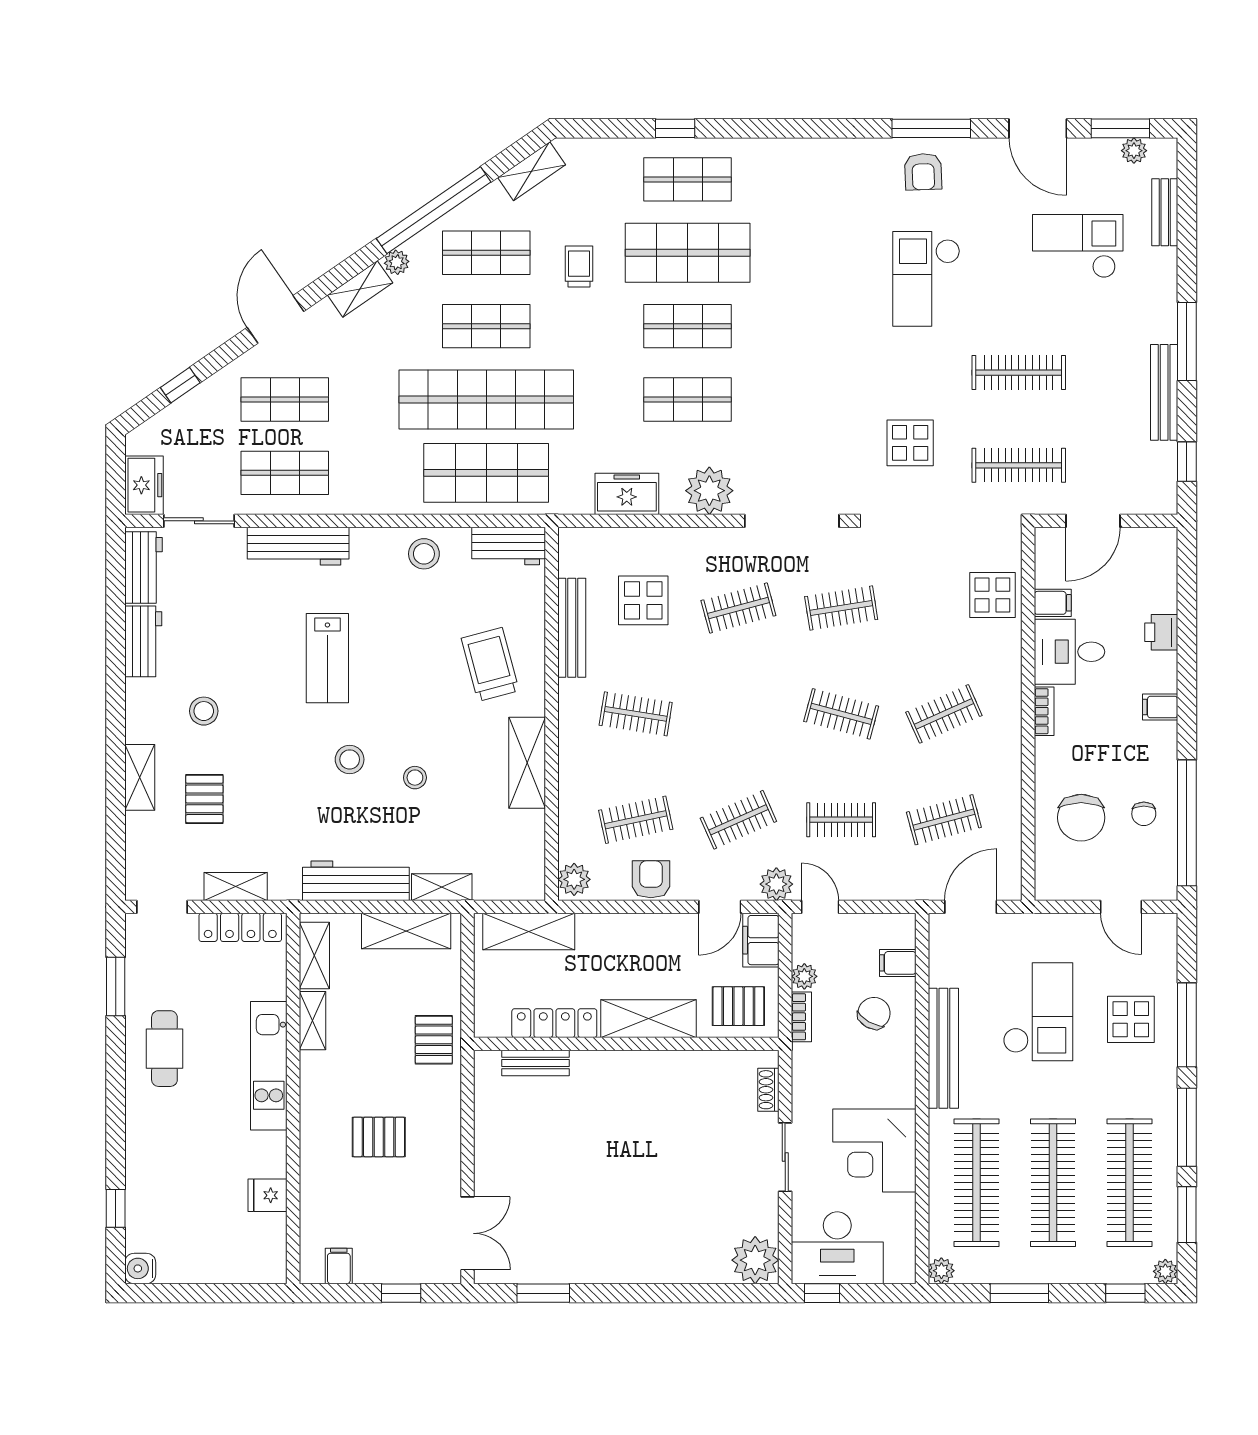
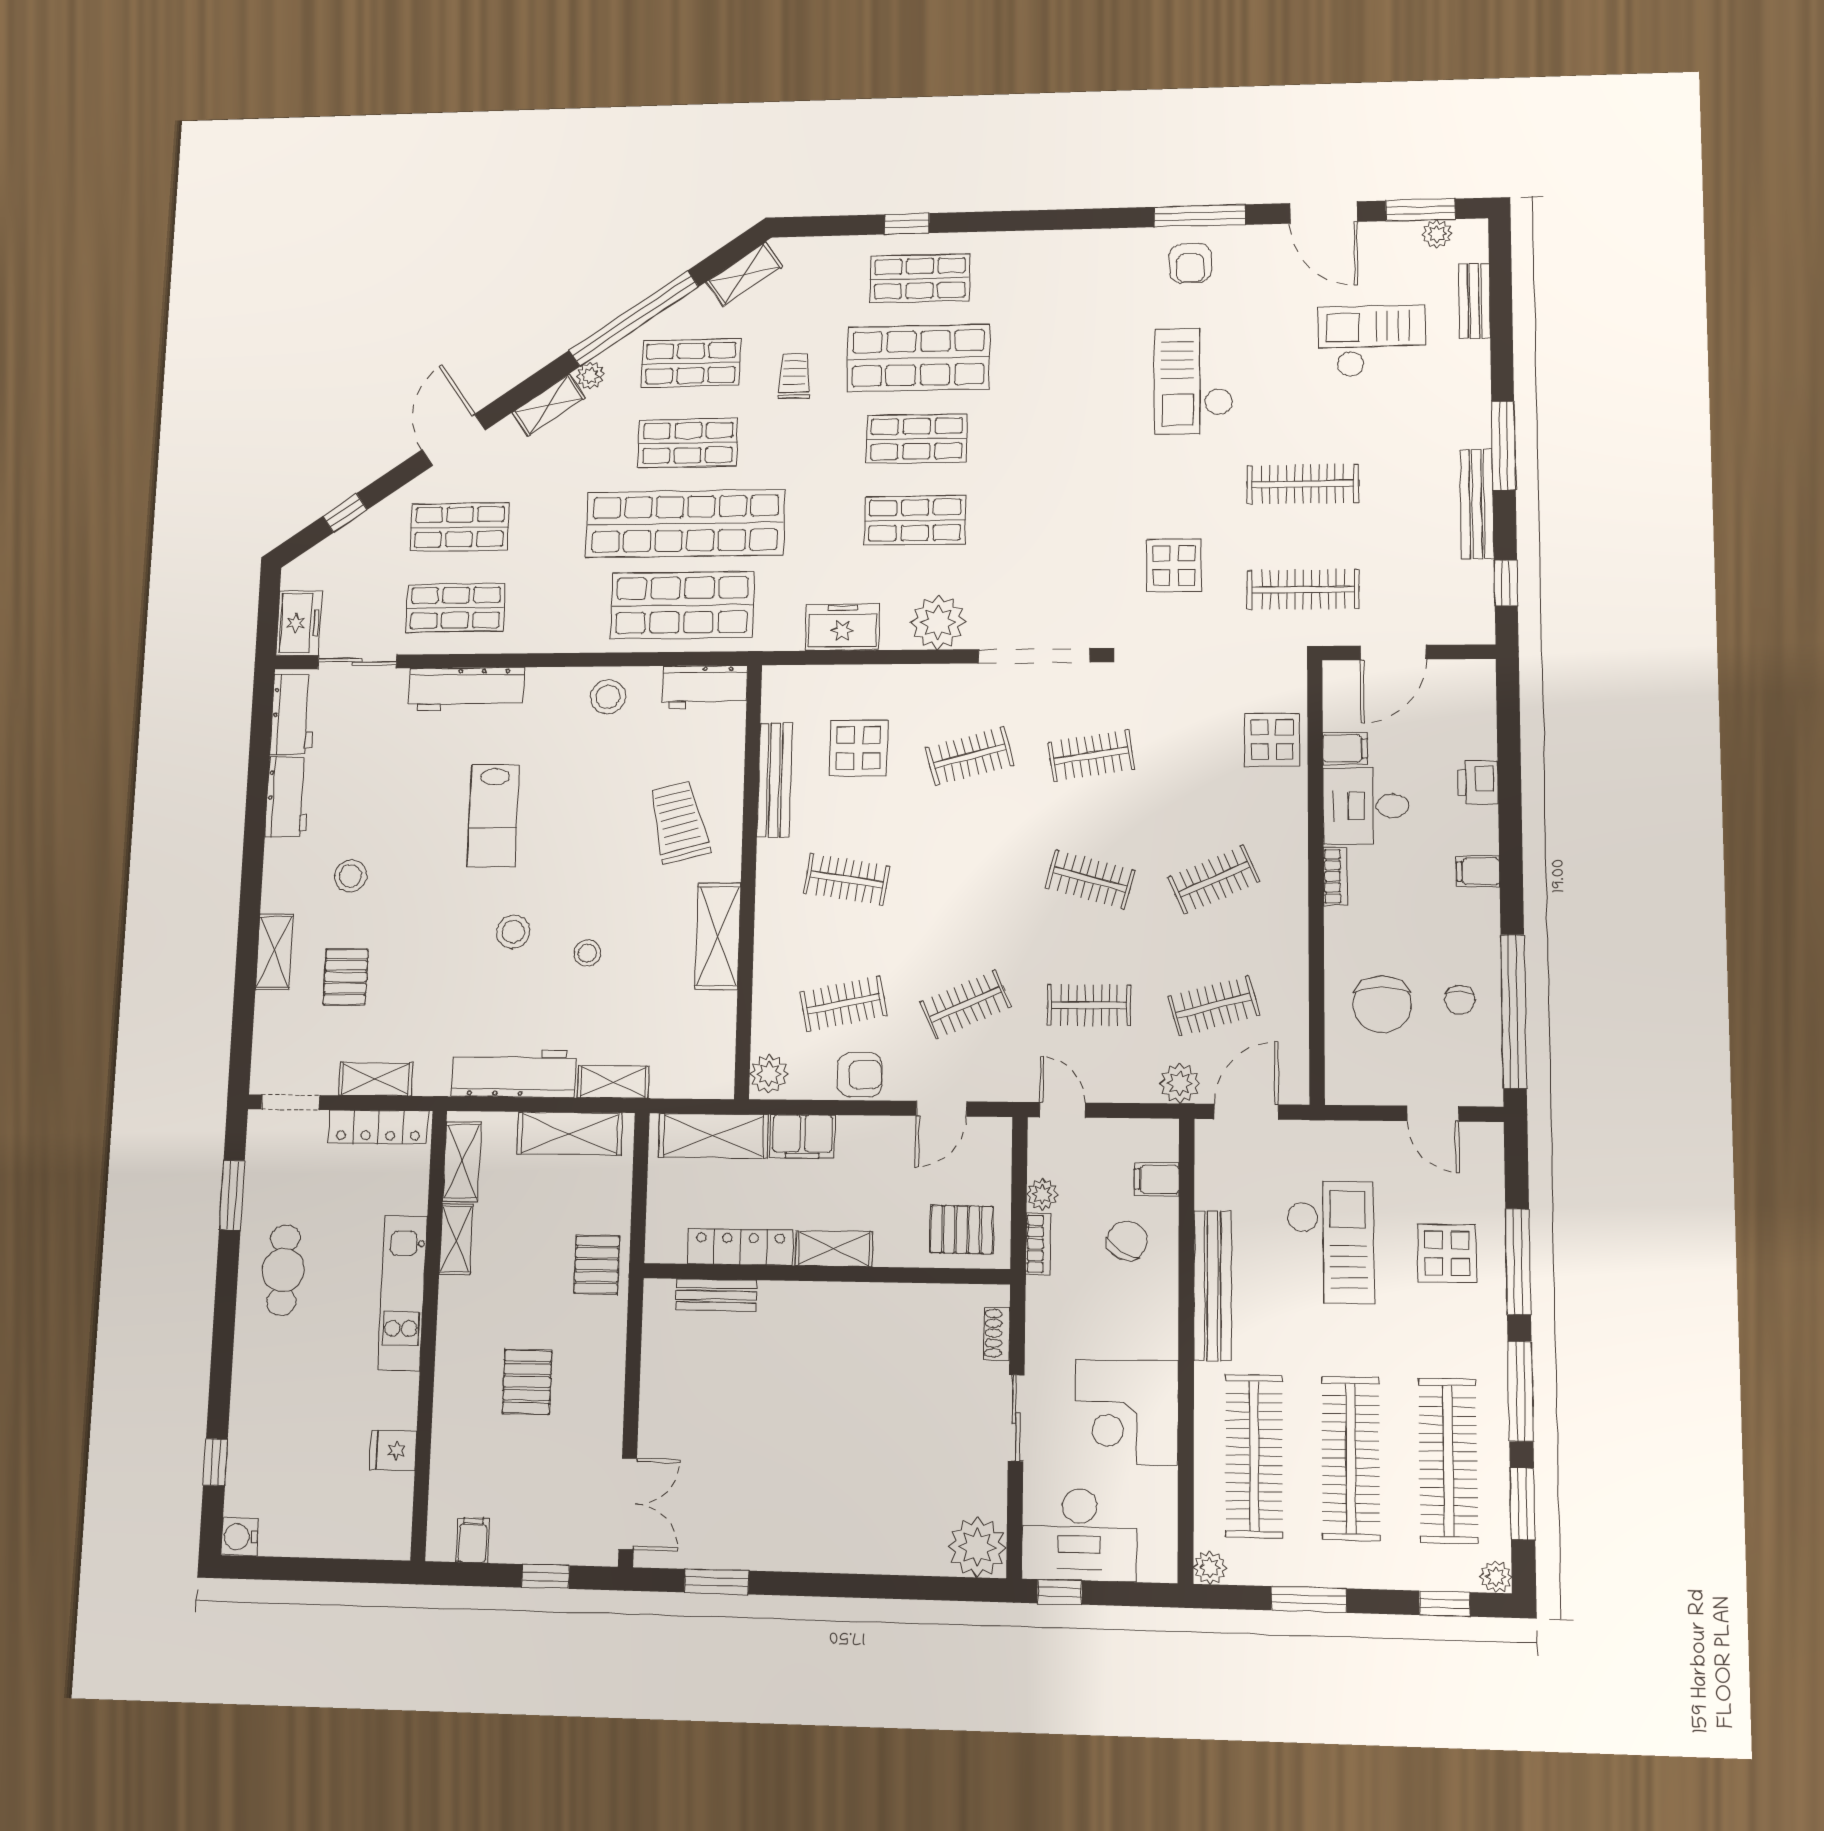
armchair: (651, 879) -> (860, 1075), turned 90
plant: (776, 884) -> (1180, 1083), moved
filing cabinet: (761, 940) -> (803, 1136), moved, turned -90
shelving: (649, 1019) -> (834, 1249), width x0.67, depth x0.75
pallet: (379, 1137) -> (527, 1382), turned 90

